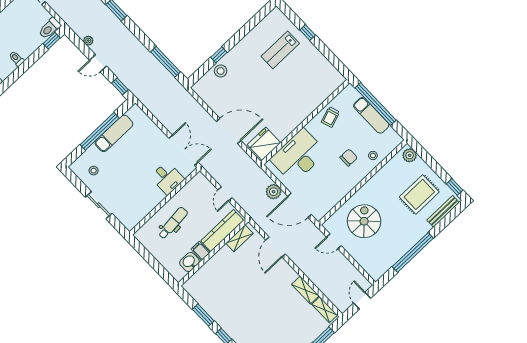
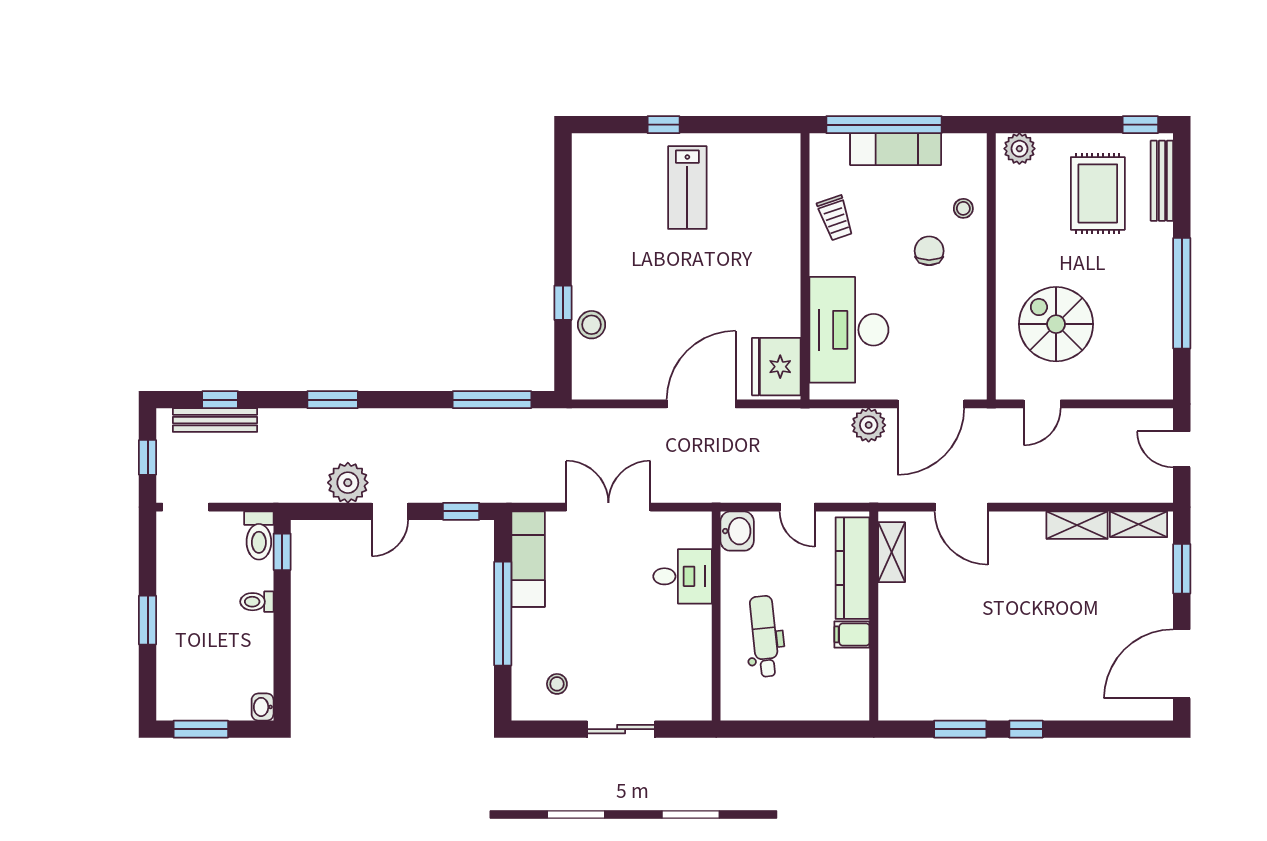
plant: (88, 41) -> (348, 483), width x1.88, depth x1.88
lab bench: (280, 50) -> (687, 188), moved
toilet: (16, 59) -> (257, 602), moved
exam couch: (114, 133) -> (528, 559), moved
double door: (183, 150) -> (608, 507), moved
washbasin: (189, 262) -> (737, 531), moved, turned 180

